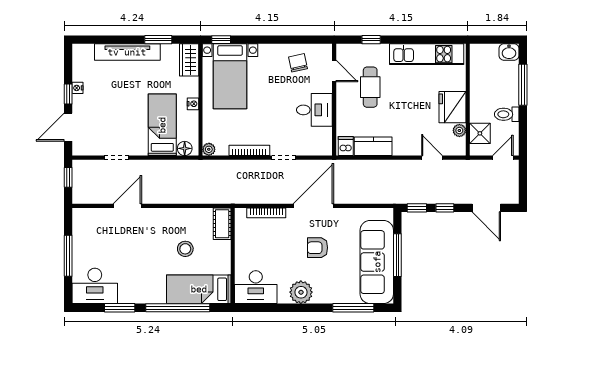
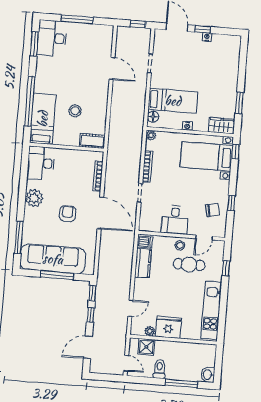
window: (287, 40) -> (231, 203), added
tv unit: (127, 52) -> (232, 78), removed
stool: (347, 101) -> (180, 245), added
window: (120, 308) -> (34, 44), moved

